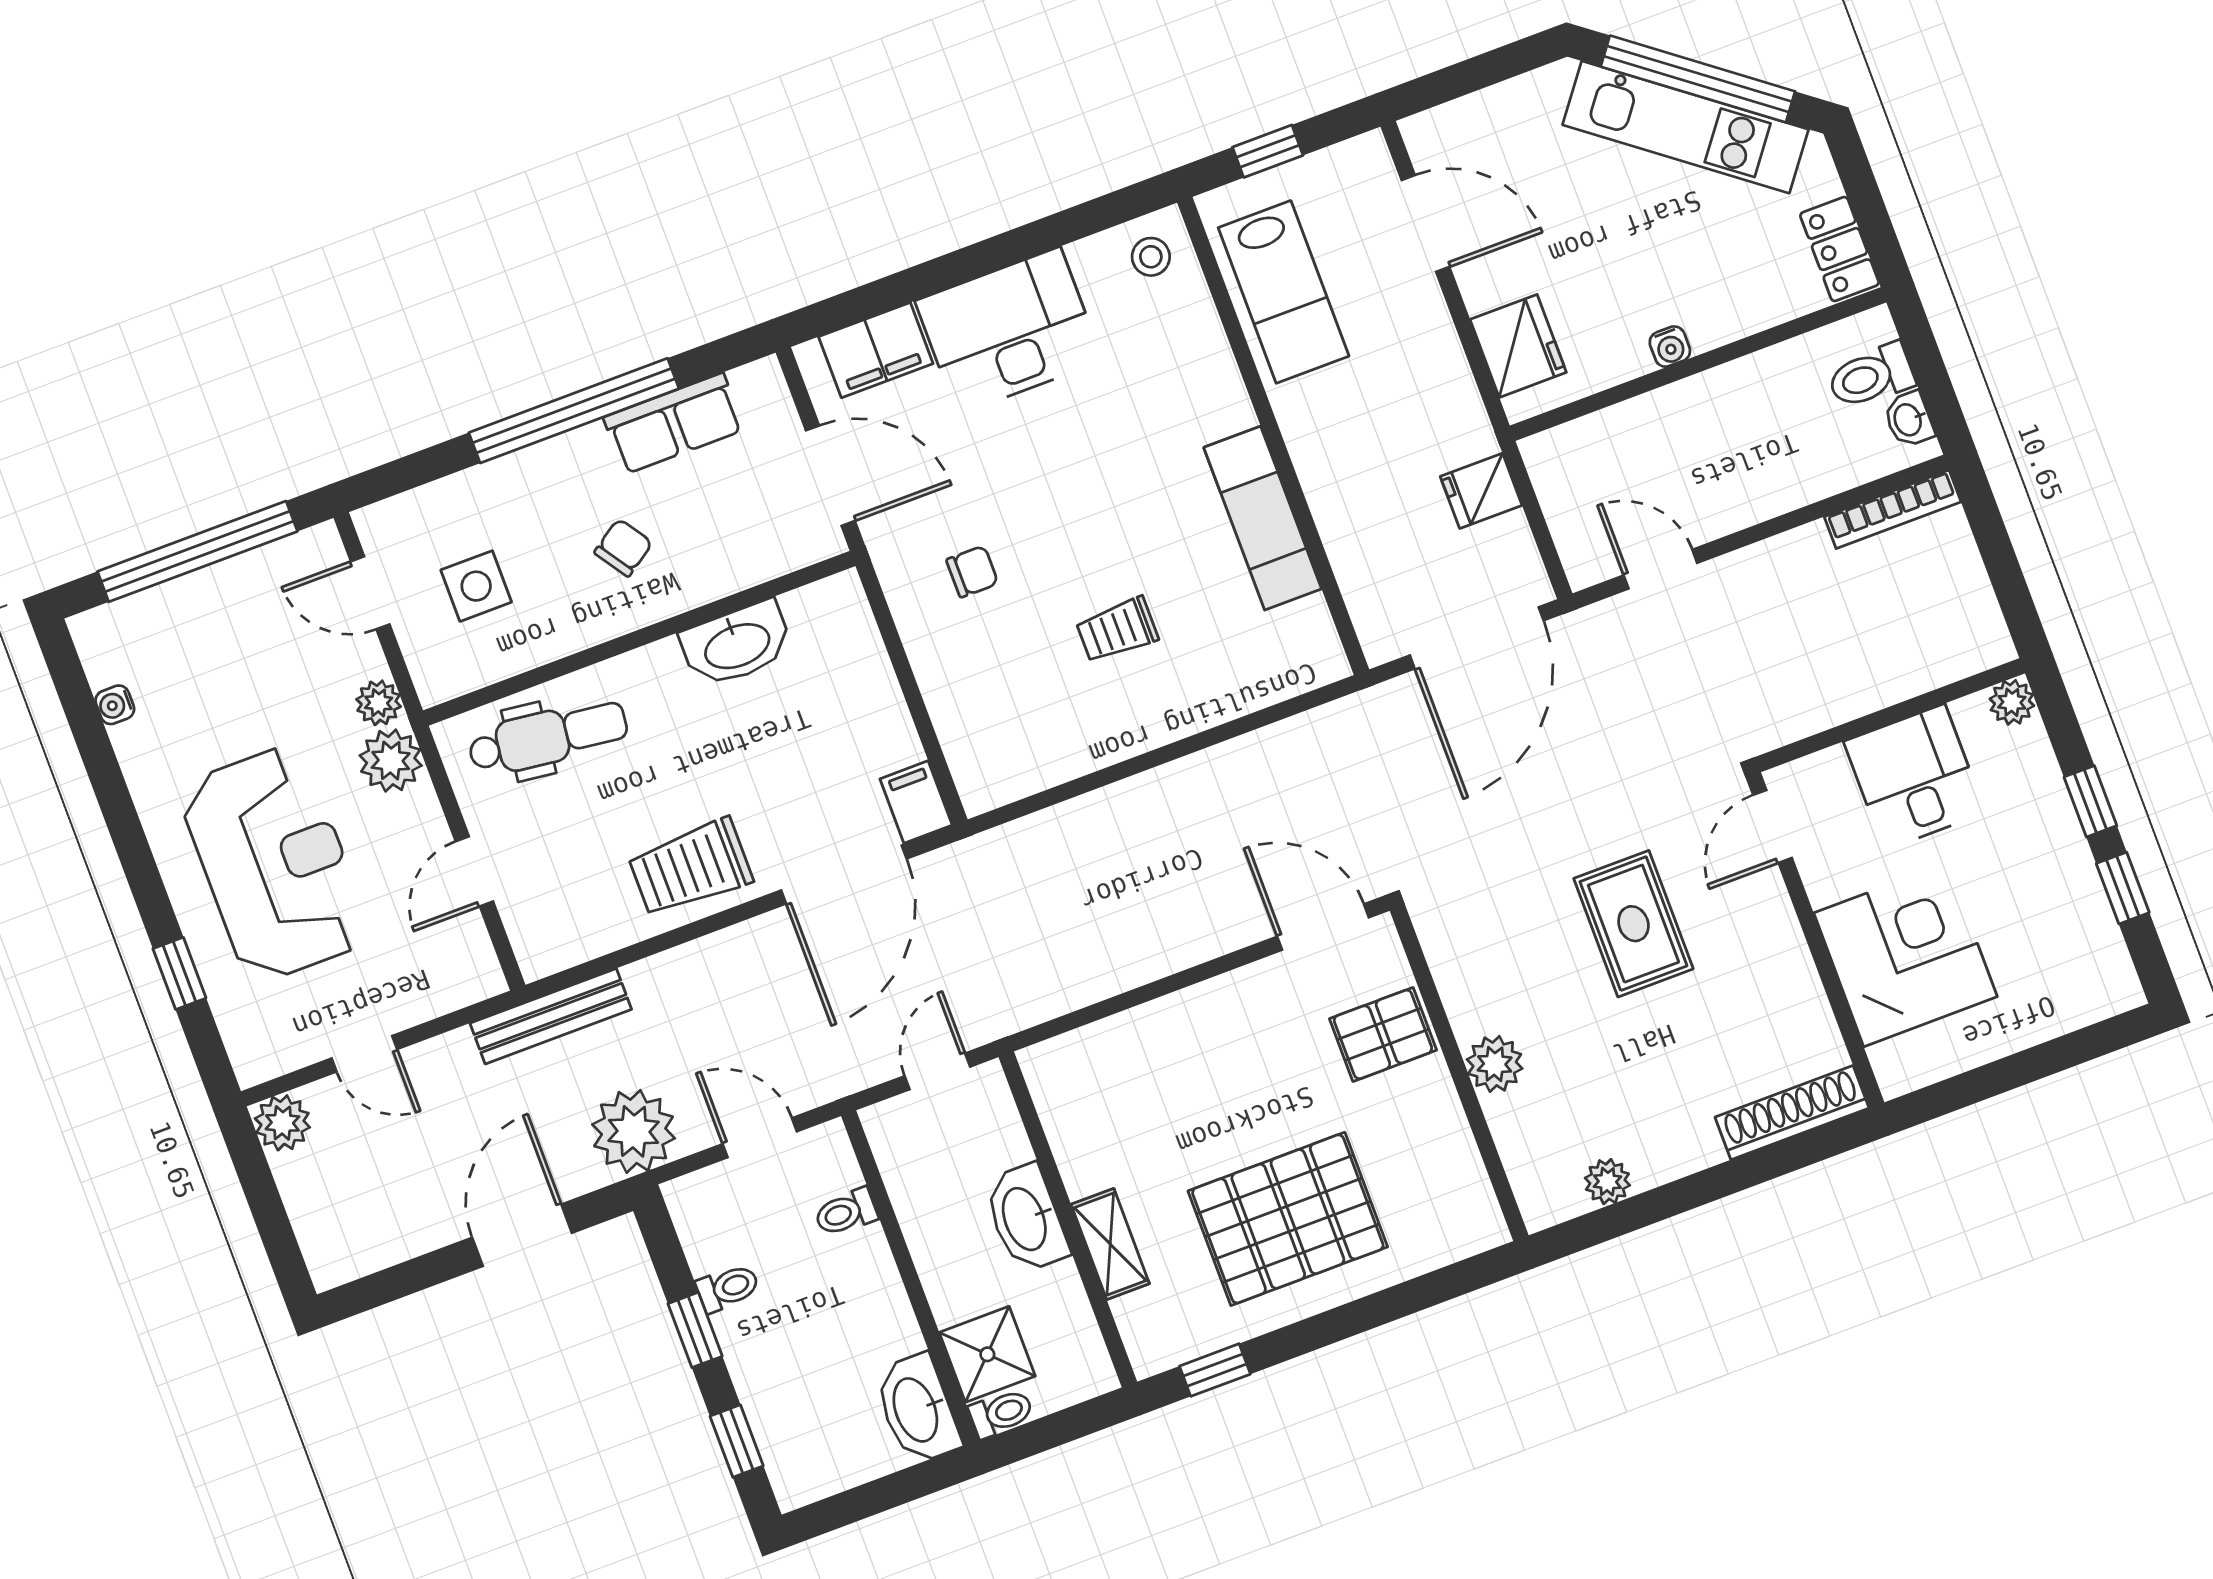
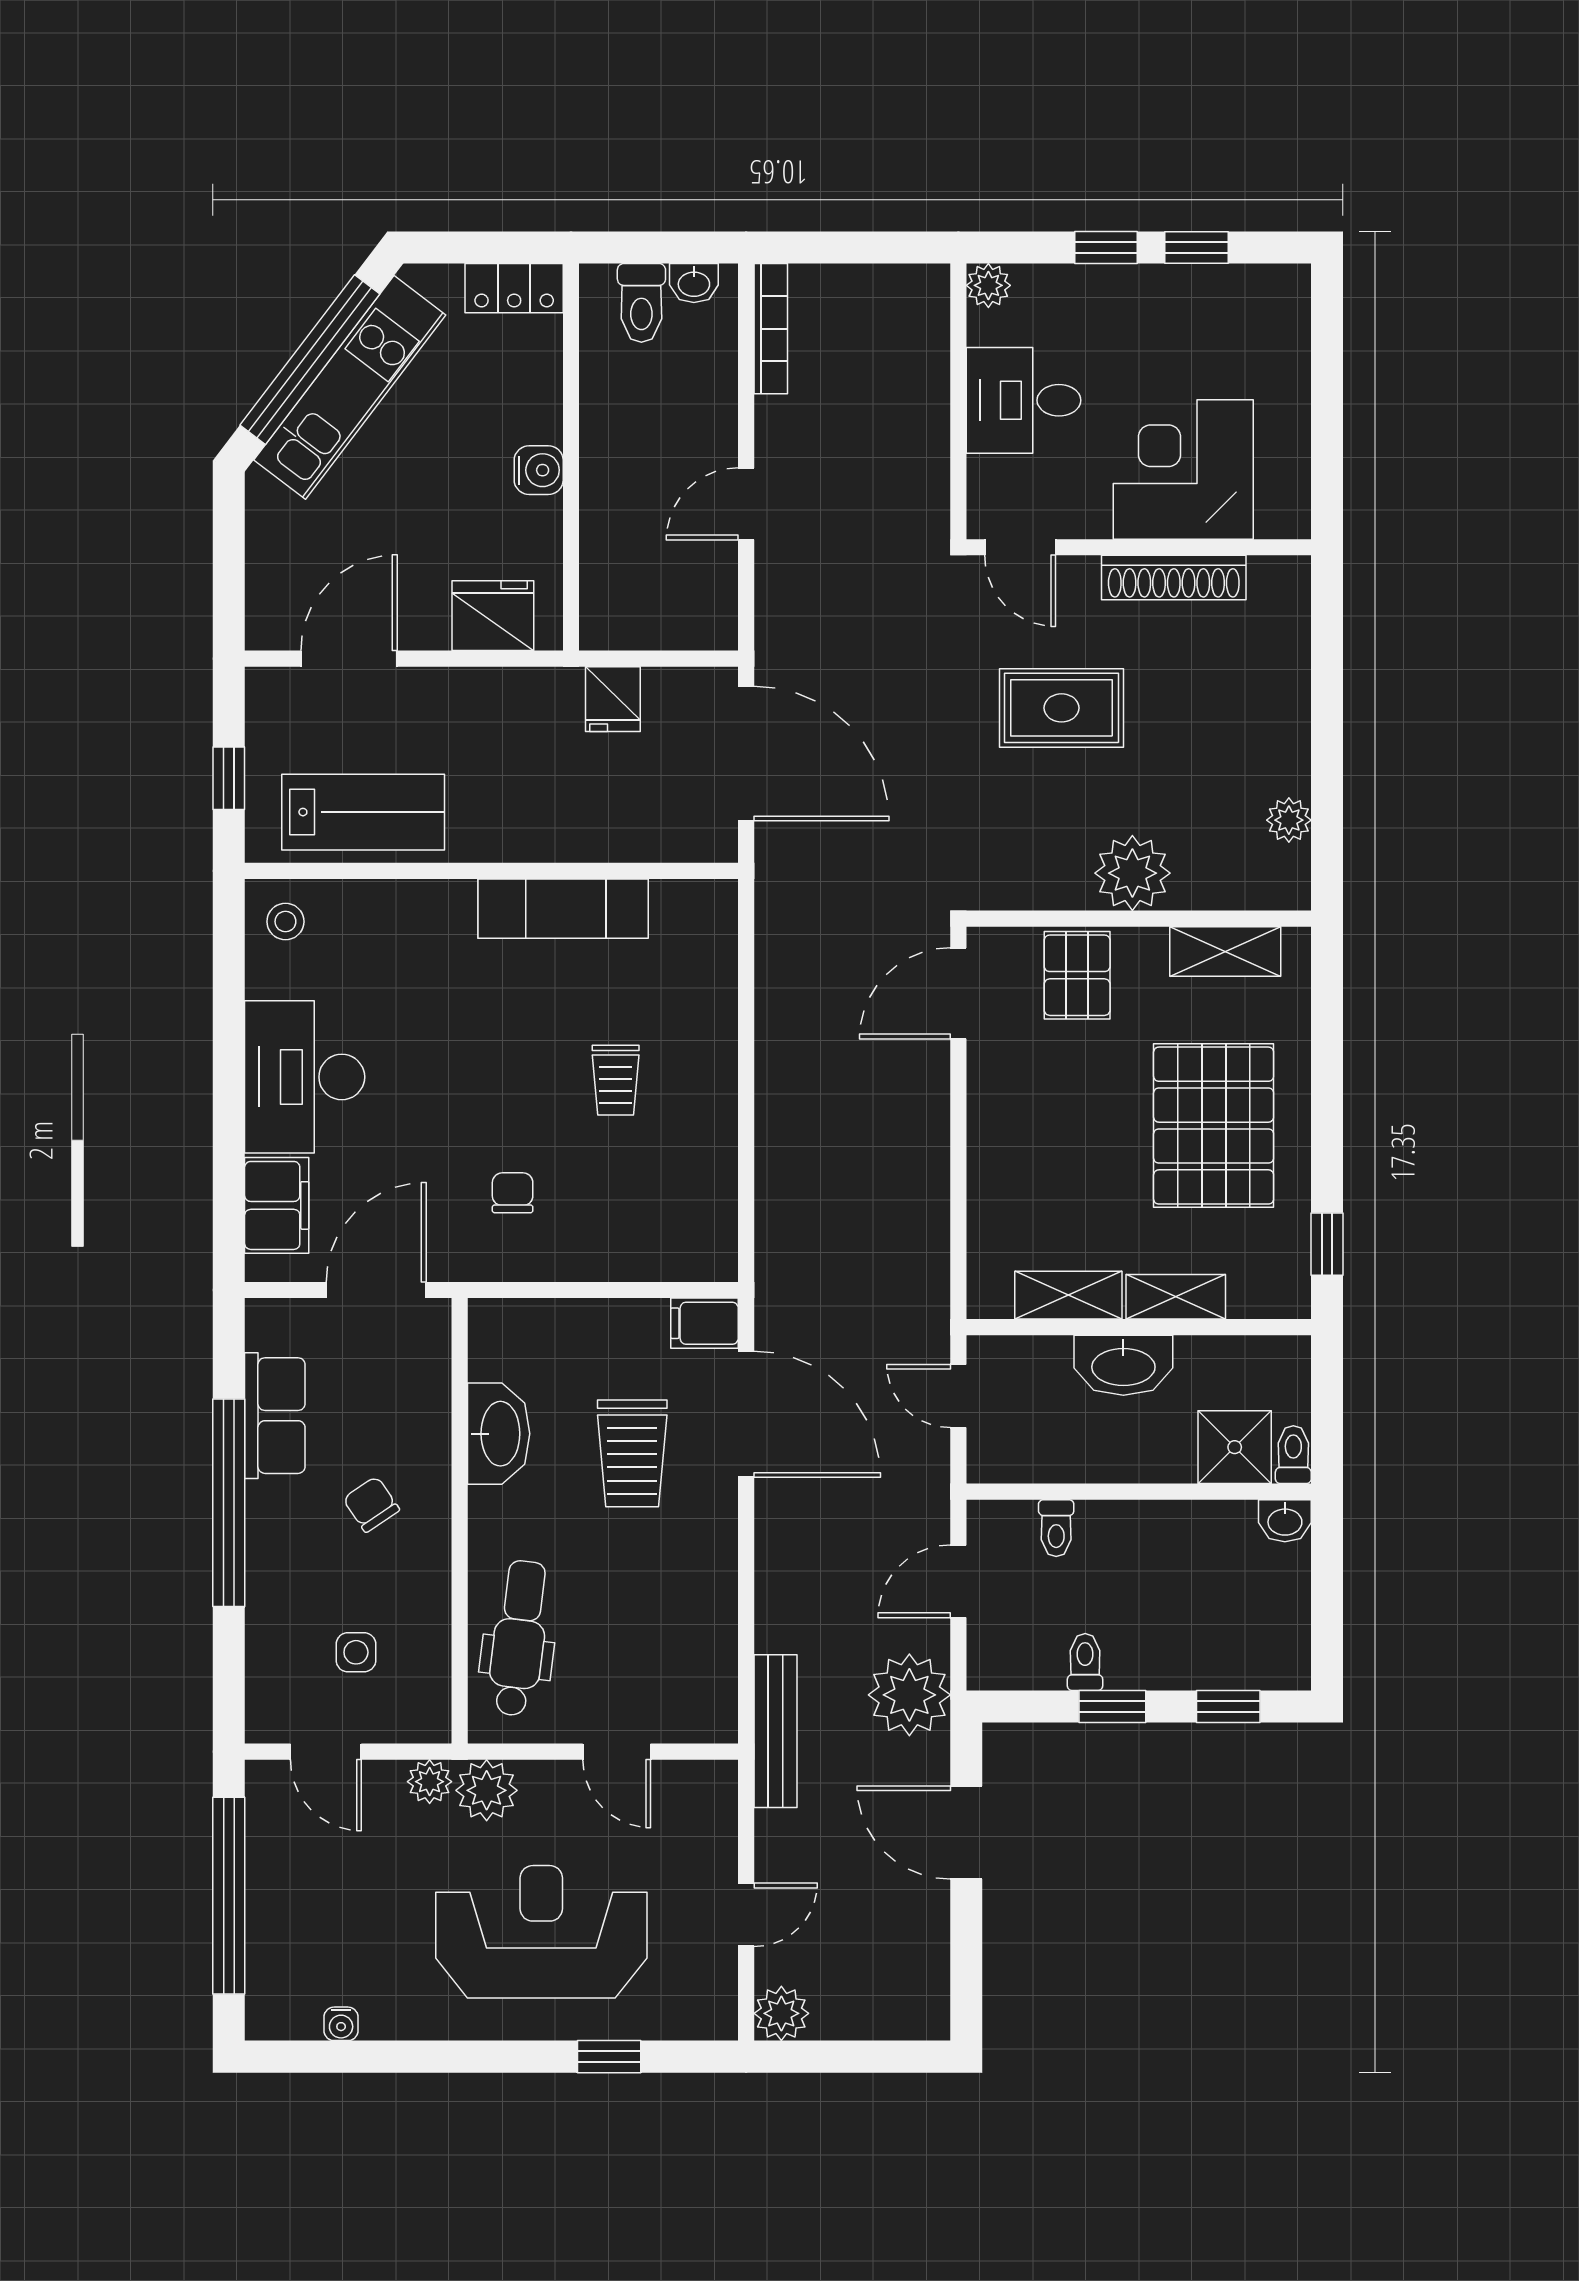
water cooler: (1670, 347) -> (539, 470), width x1.38, depth x1.38
door: (1660, 569) -> (746, 504), moved
side table: (476, 586) -> (356, 1652), width x0.73, depth x0.73
door: (370, 593) -> (326, 1752), hinge flipped
trolley: (690, 868) -> (632, 1453), moved
plant: (1495, 1064) -> (1132, 873), width x1.36, depth x1.36
shoe rack: (1792, 1113) -> (1174, 577), moved, turned -90
shelving: (1073, 1141) -> (1068, 1295), added
shelving: (1459, 1168) -> (1225, 951), added
washbasin: (917, 1409) -> (1285, 1521), width x0.52, depth x0.69

